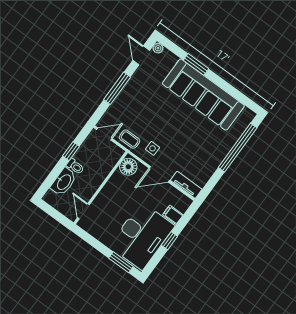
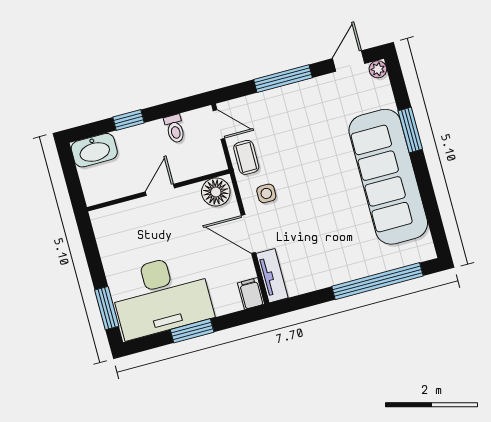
window: (71, 151) -> (129, 120), moved
toilet: (75, 166) -> (175, 129), moved
washbasin: (64, 182) -> (94, 150), moved
door: (83, 211) -> (160, 190), moved
filing cabinet: (173, 215) -> (251, 294), moved
window: (169, 241) -> (192, 331), width x1.50

